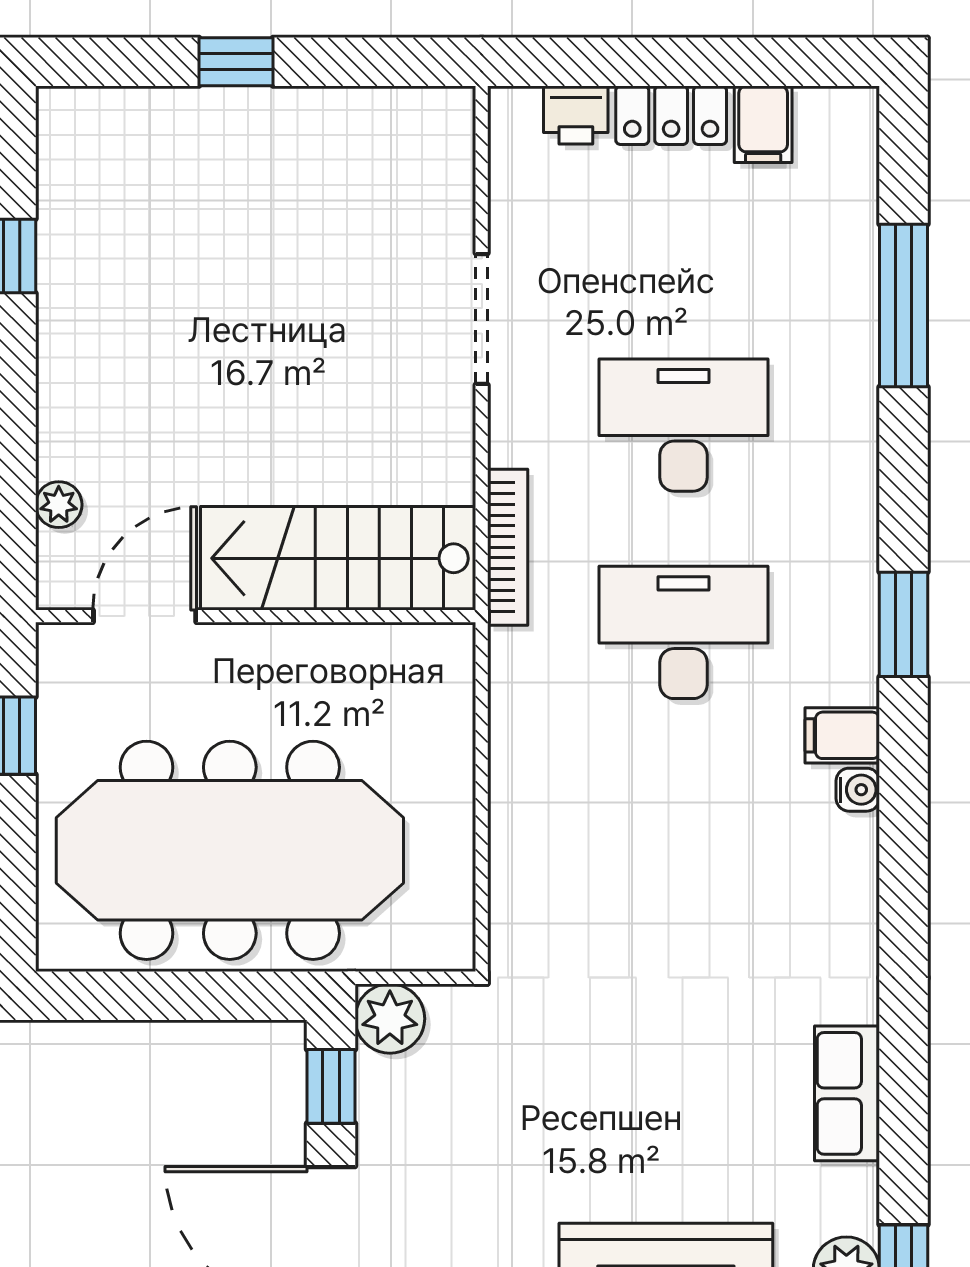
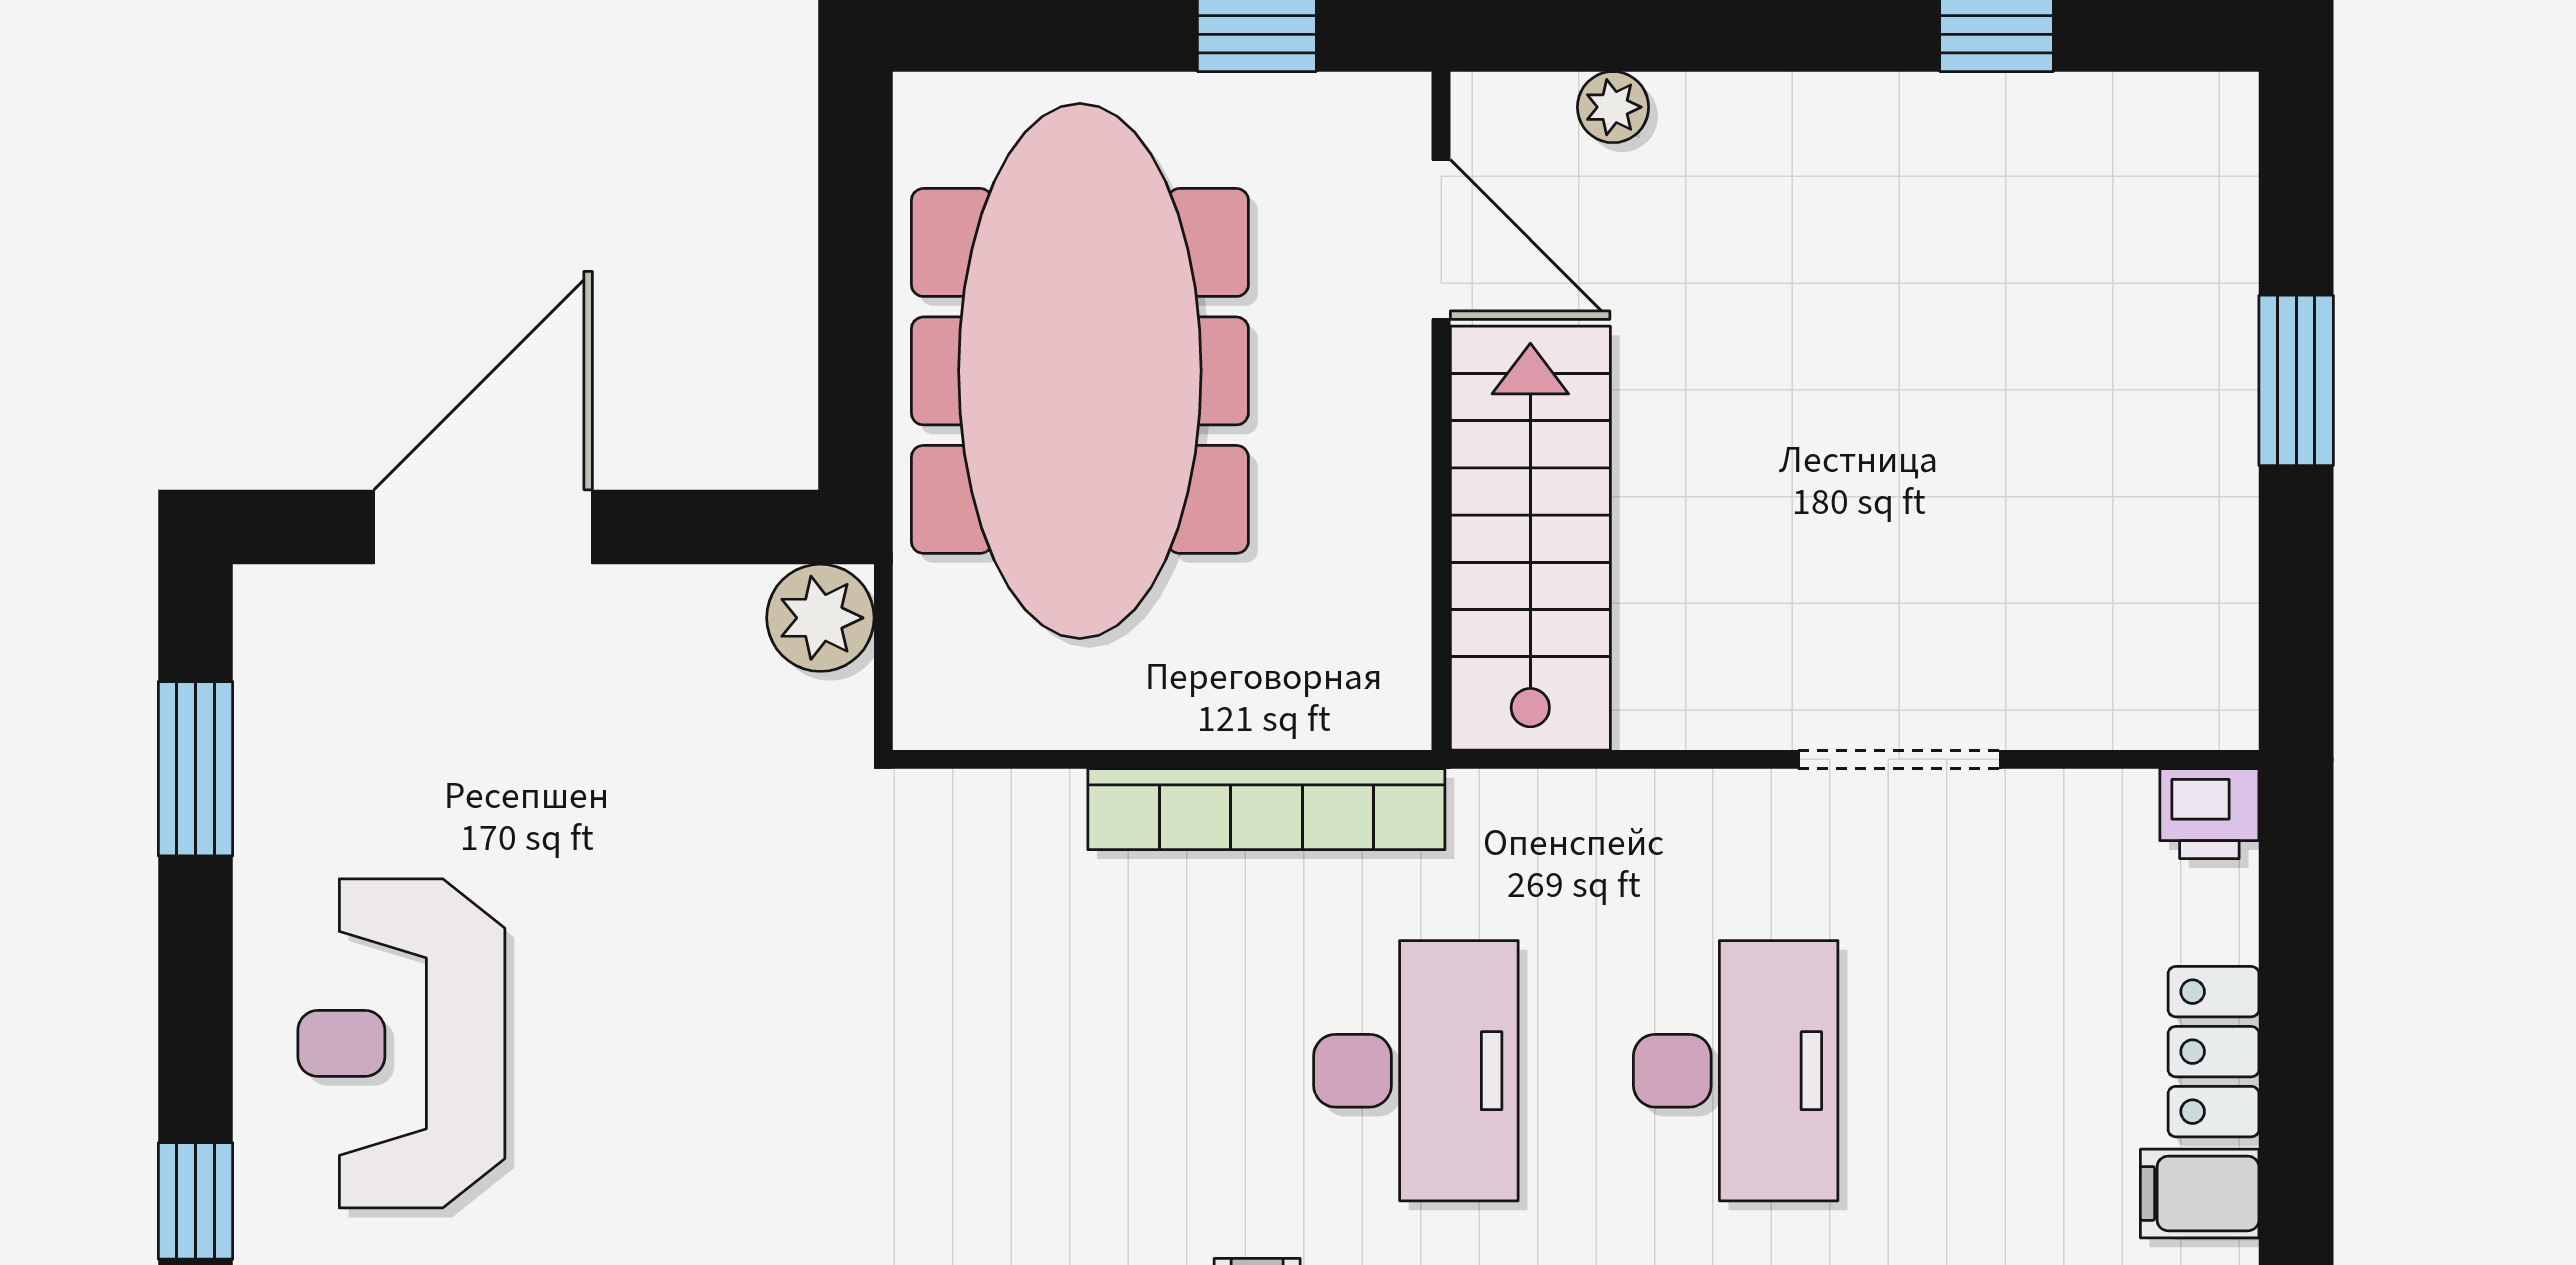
window: (236, 62) -> (2296, 380), width x1.50
printer: (576, 115) -> (2209, 814), moved, turned -90
bookcase: (508, 547) -> (1266, 809), moved, width x1.48, depth x1.31
window: (331, 1086) -> (716, 527), removed

